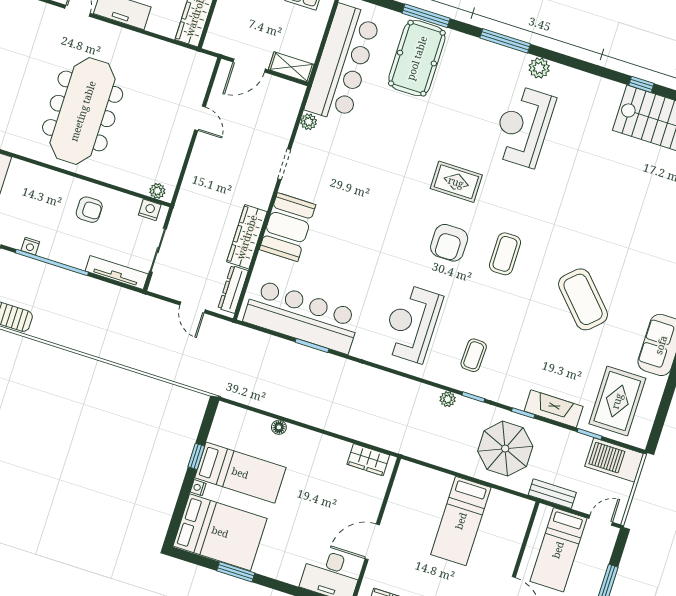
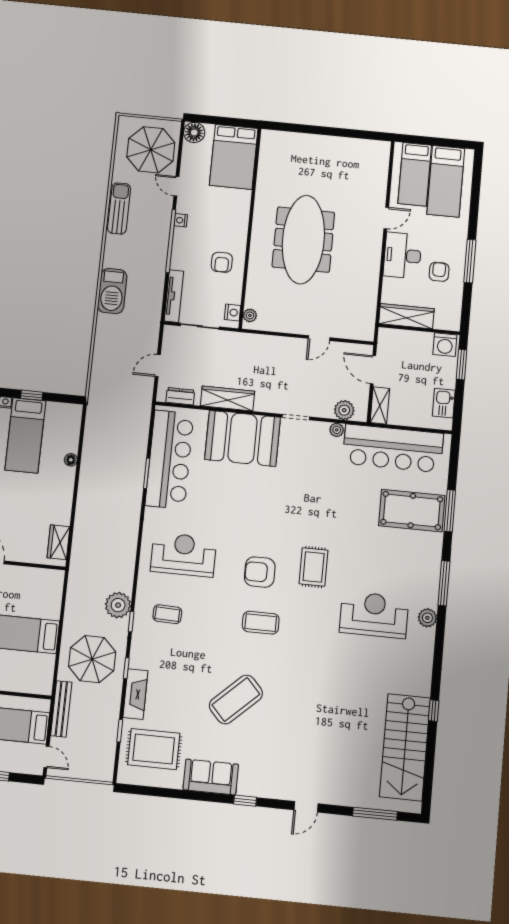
plant: (288, 108) -> (344, 410), added
meeting table: (83, 111) -> (303, 240), turned 90
booth: (288, 227) -> (242, 438), width x1.36, depth x1.42
dresser: (233, 289) -> (180, 396), width x0.70
plant: (448, 399) -> (118, 605), width x1.88, depth x1.88
barbecue: (614, 460) -> (112, 291), moved, turned 180
bench: (552, 494) -> (61, 709), width x1.36

